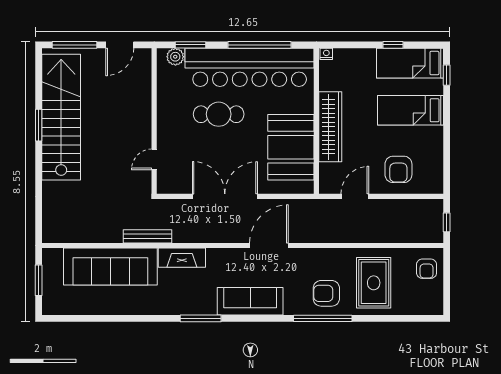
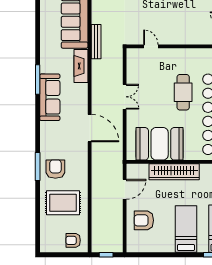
double door: (225, 196) -> (125, 97), width x0.54
door: (355, 196) -> (125, 189), hinge flipped
sofa: (250, 301) -> (50, 97), moved
window: (323, 318) -> (38, 166), width x0.68

